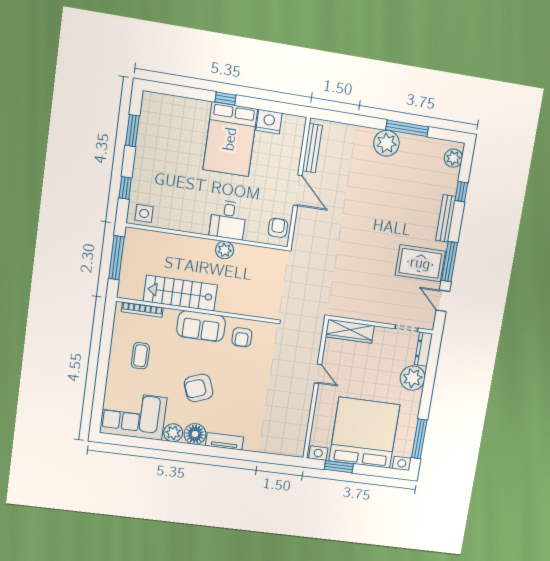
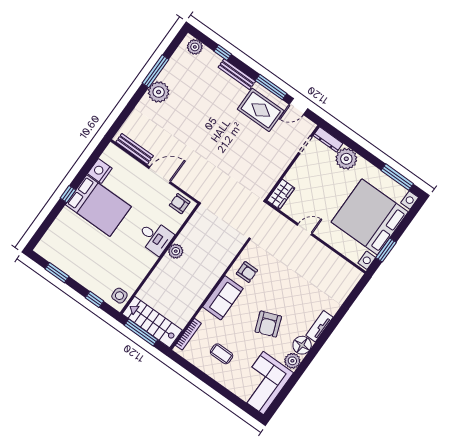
rug: (420, 263) -> (261, 110), turned 90
stairs: (180, 293) -> (152, 322), moved, turned 90
wardrobe: (350, 331) -> (281, 194), width x0.67

